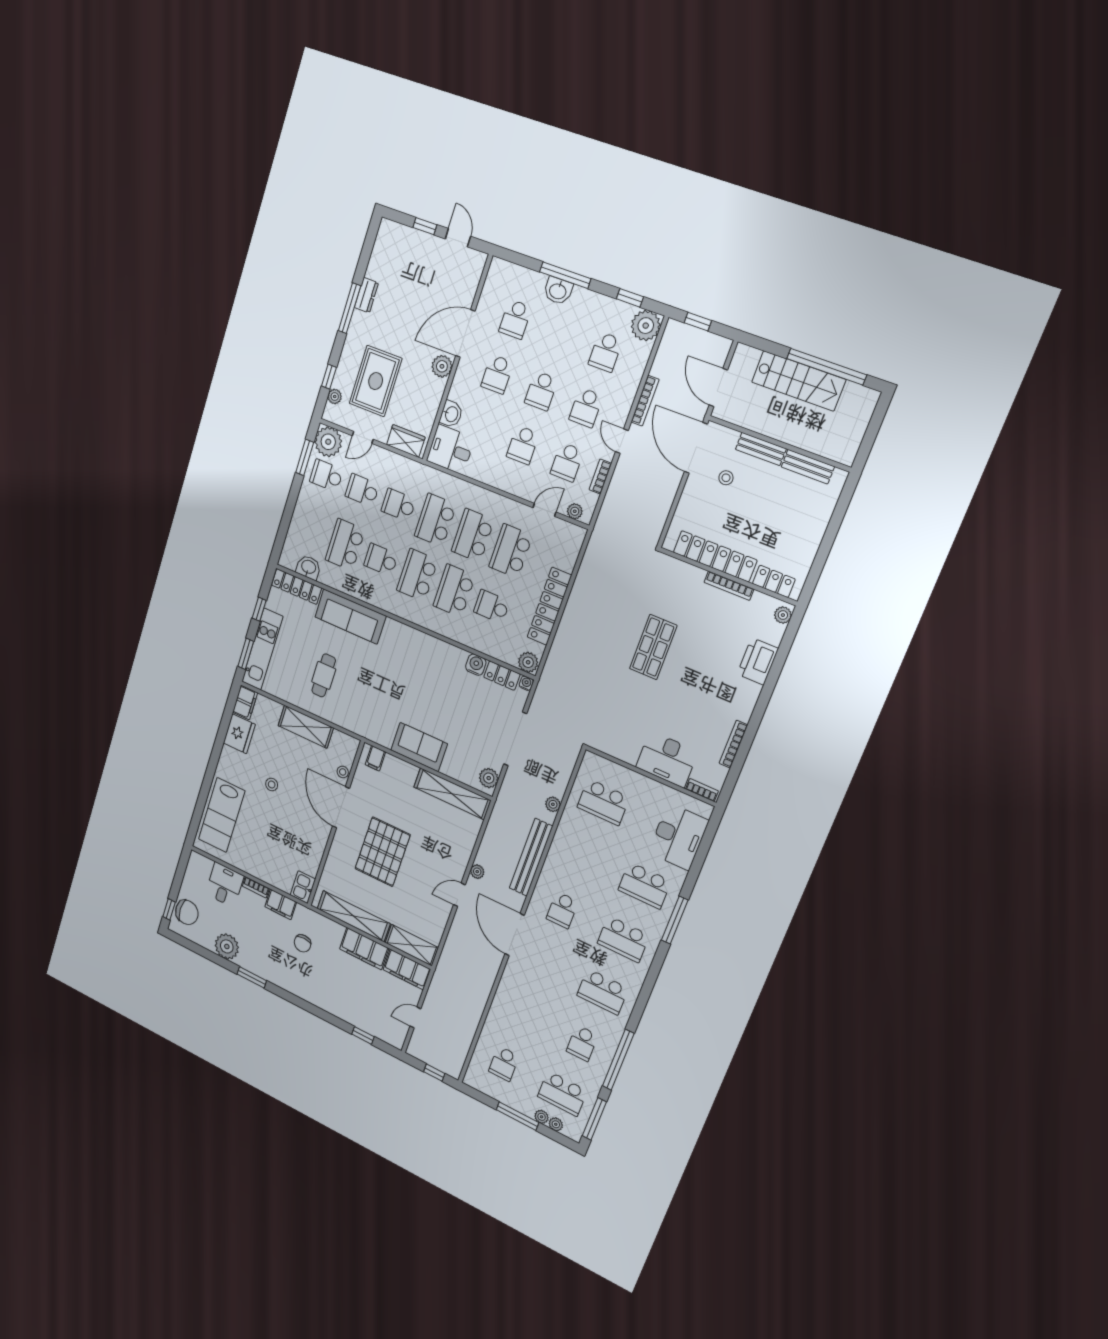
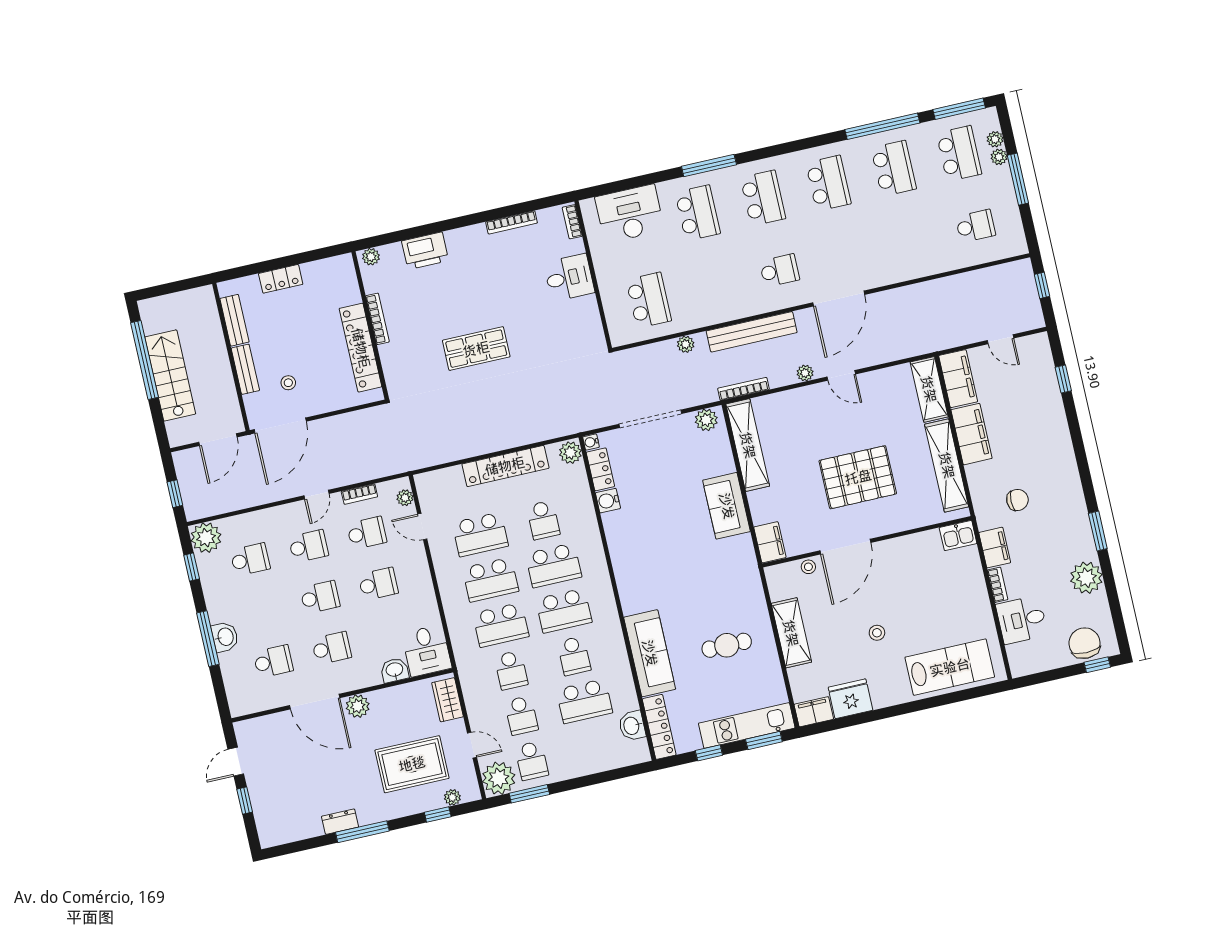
bookcase: (645, 401) -> (743, 389), moved
locker: (774, 581) -> (281, 279), moved, turned -90
filing cabinet: (375, 758) -> (770, 542), width x2.00
desk: (667, 759) -> (569, 278), width x0.73
school desk: (582, 1043) -> (894, 168), width x1.85

